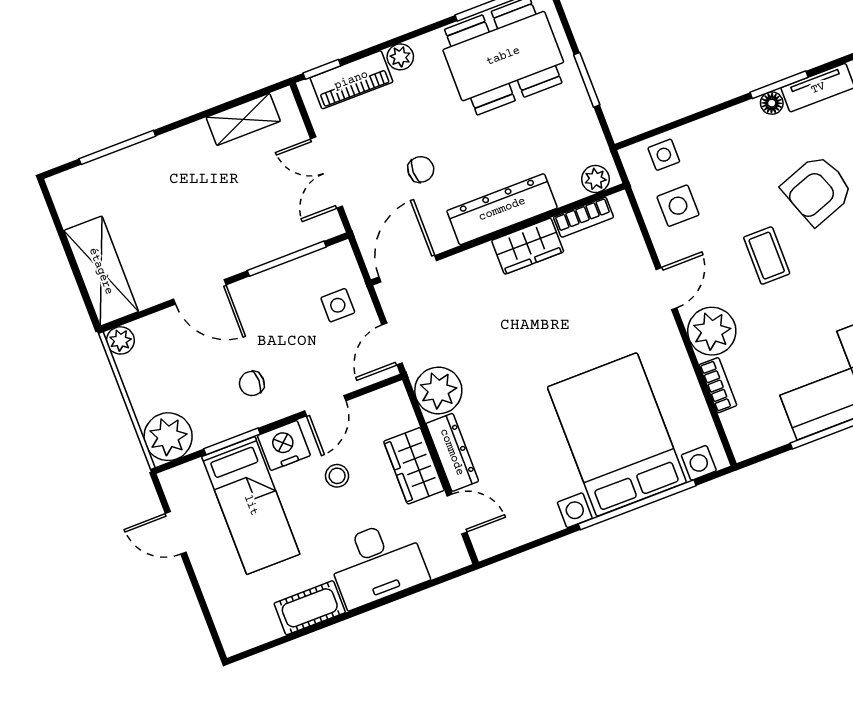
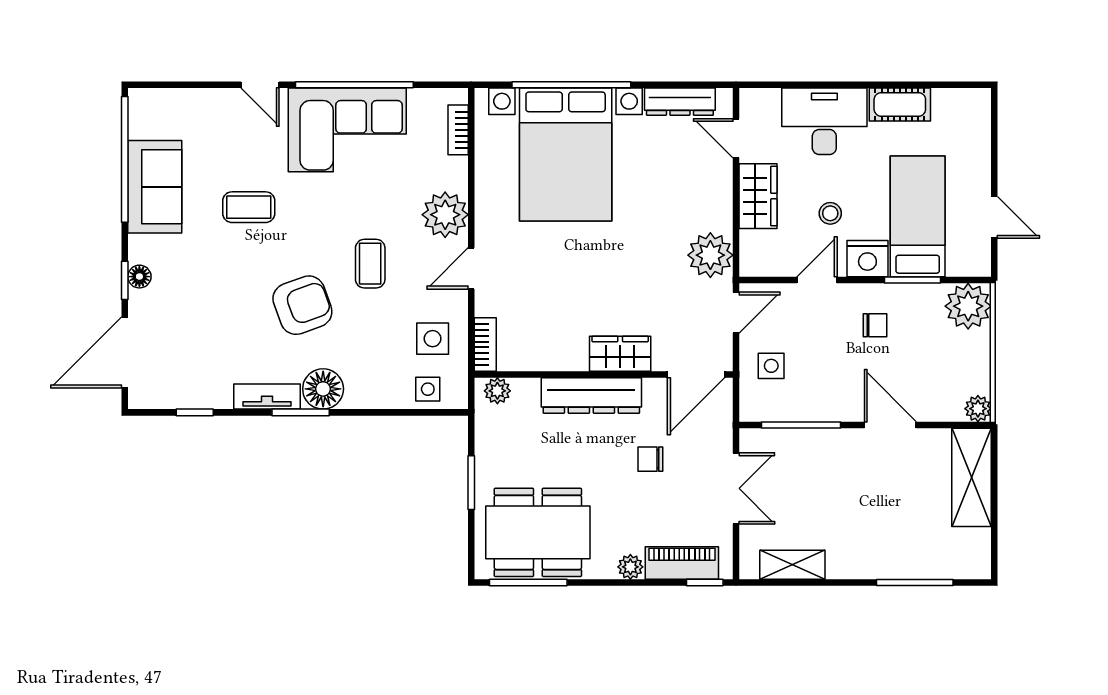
floor lamp: (772, 103) -> (323, 389), width x1.89, depth x1.89
bookcase: (583, 217) -> (485, 345), moved, turned 90
wardrobe: (528, 246) -> (620, 354), moved
bookcase: (718, 385) -> (458, 130), moved
dresser: (452, 452) -> (680, 102), moved, turned -90

